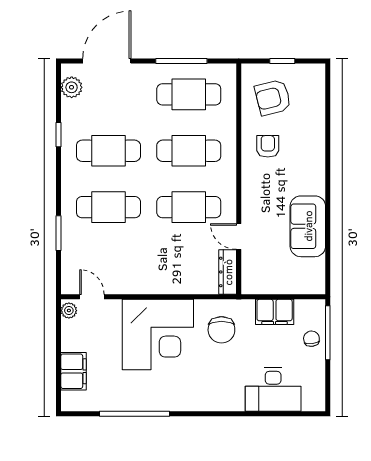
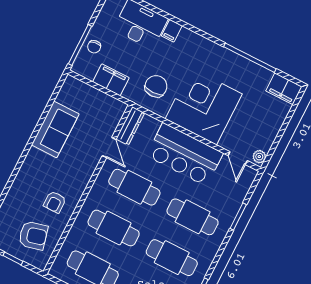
bar counter: (152, 271) -> (185, 154), added
filing cabinet: (73, 371) -> (284, 89), moved, turned -90
filing cabinet: (235, 400) -> (172, 31), added

